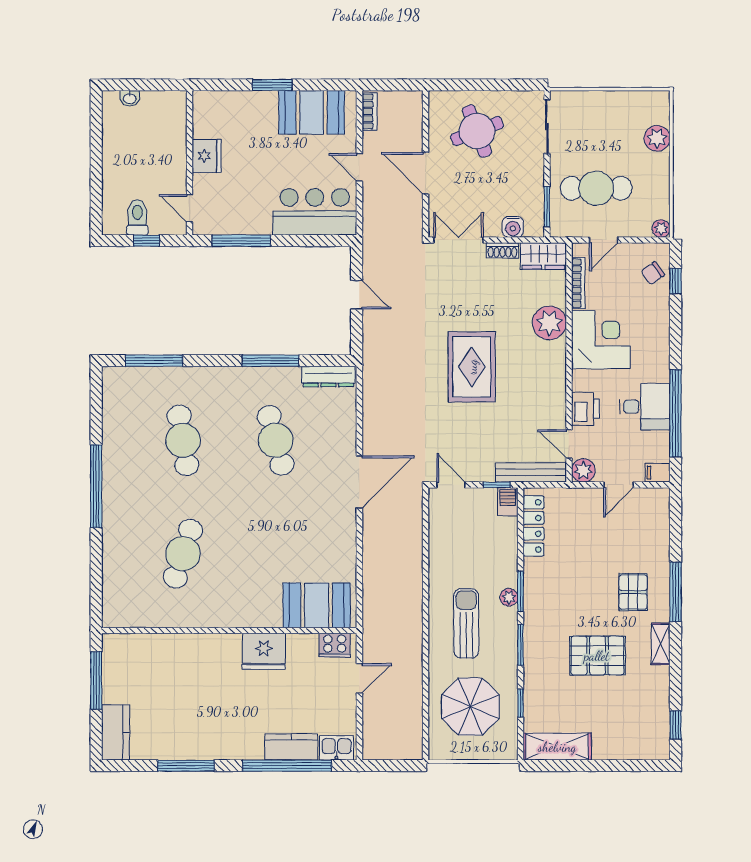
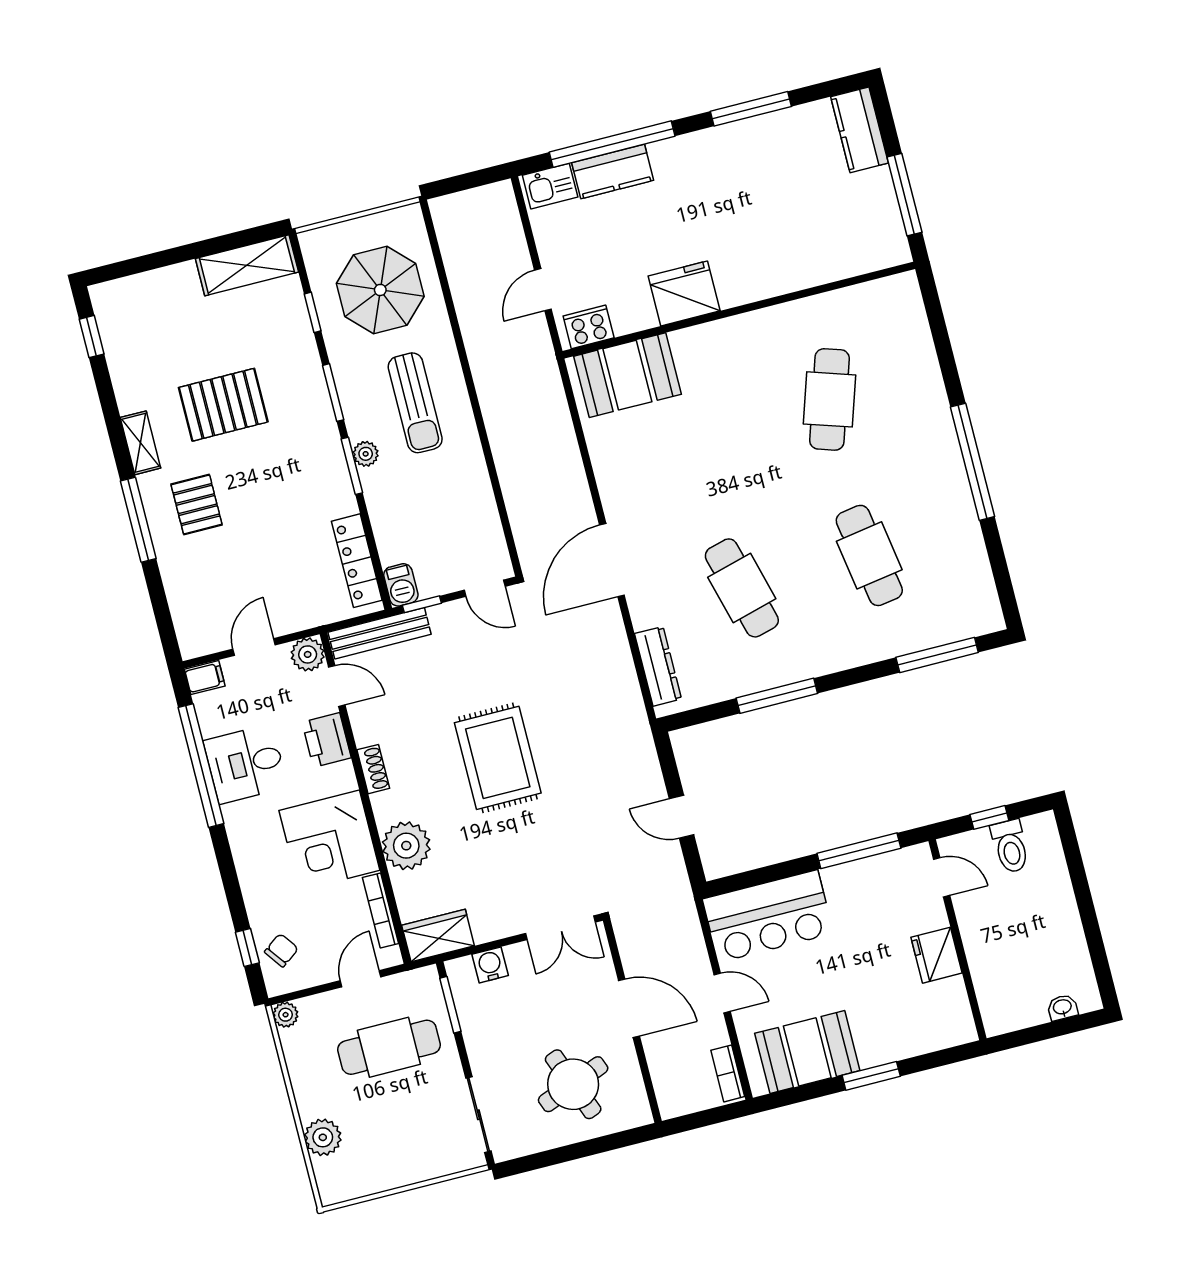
shoe rack: (502, 250) -> (373, 769), moved, turned 90
dresser: (328, 377) -> (658, 666), moved, turned 90

